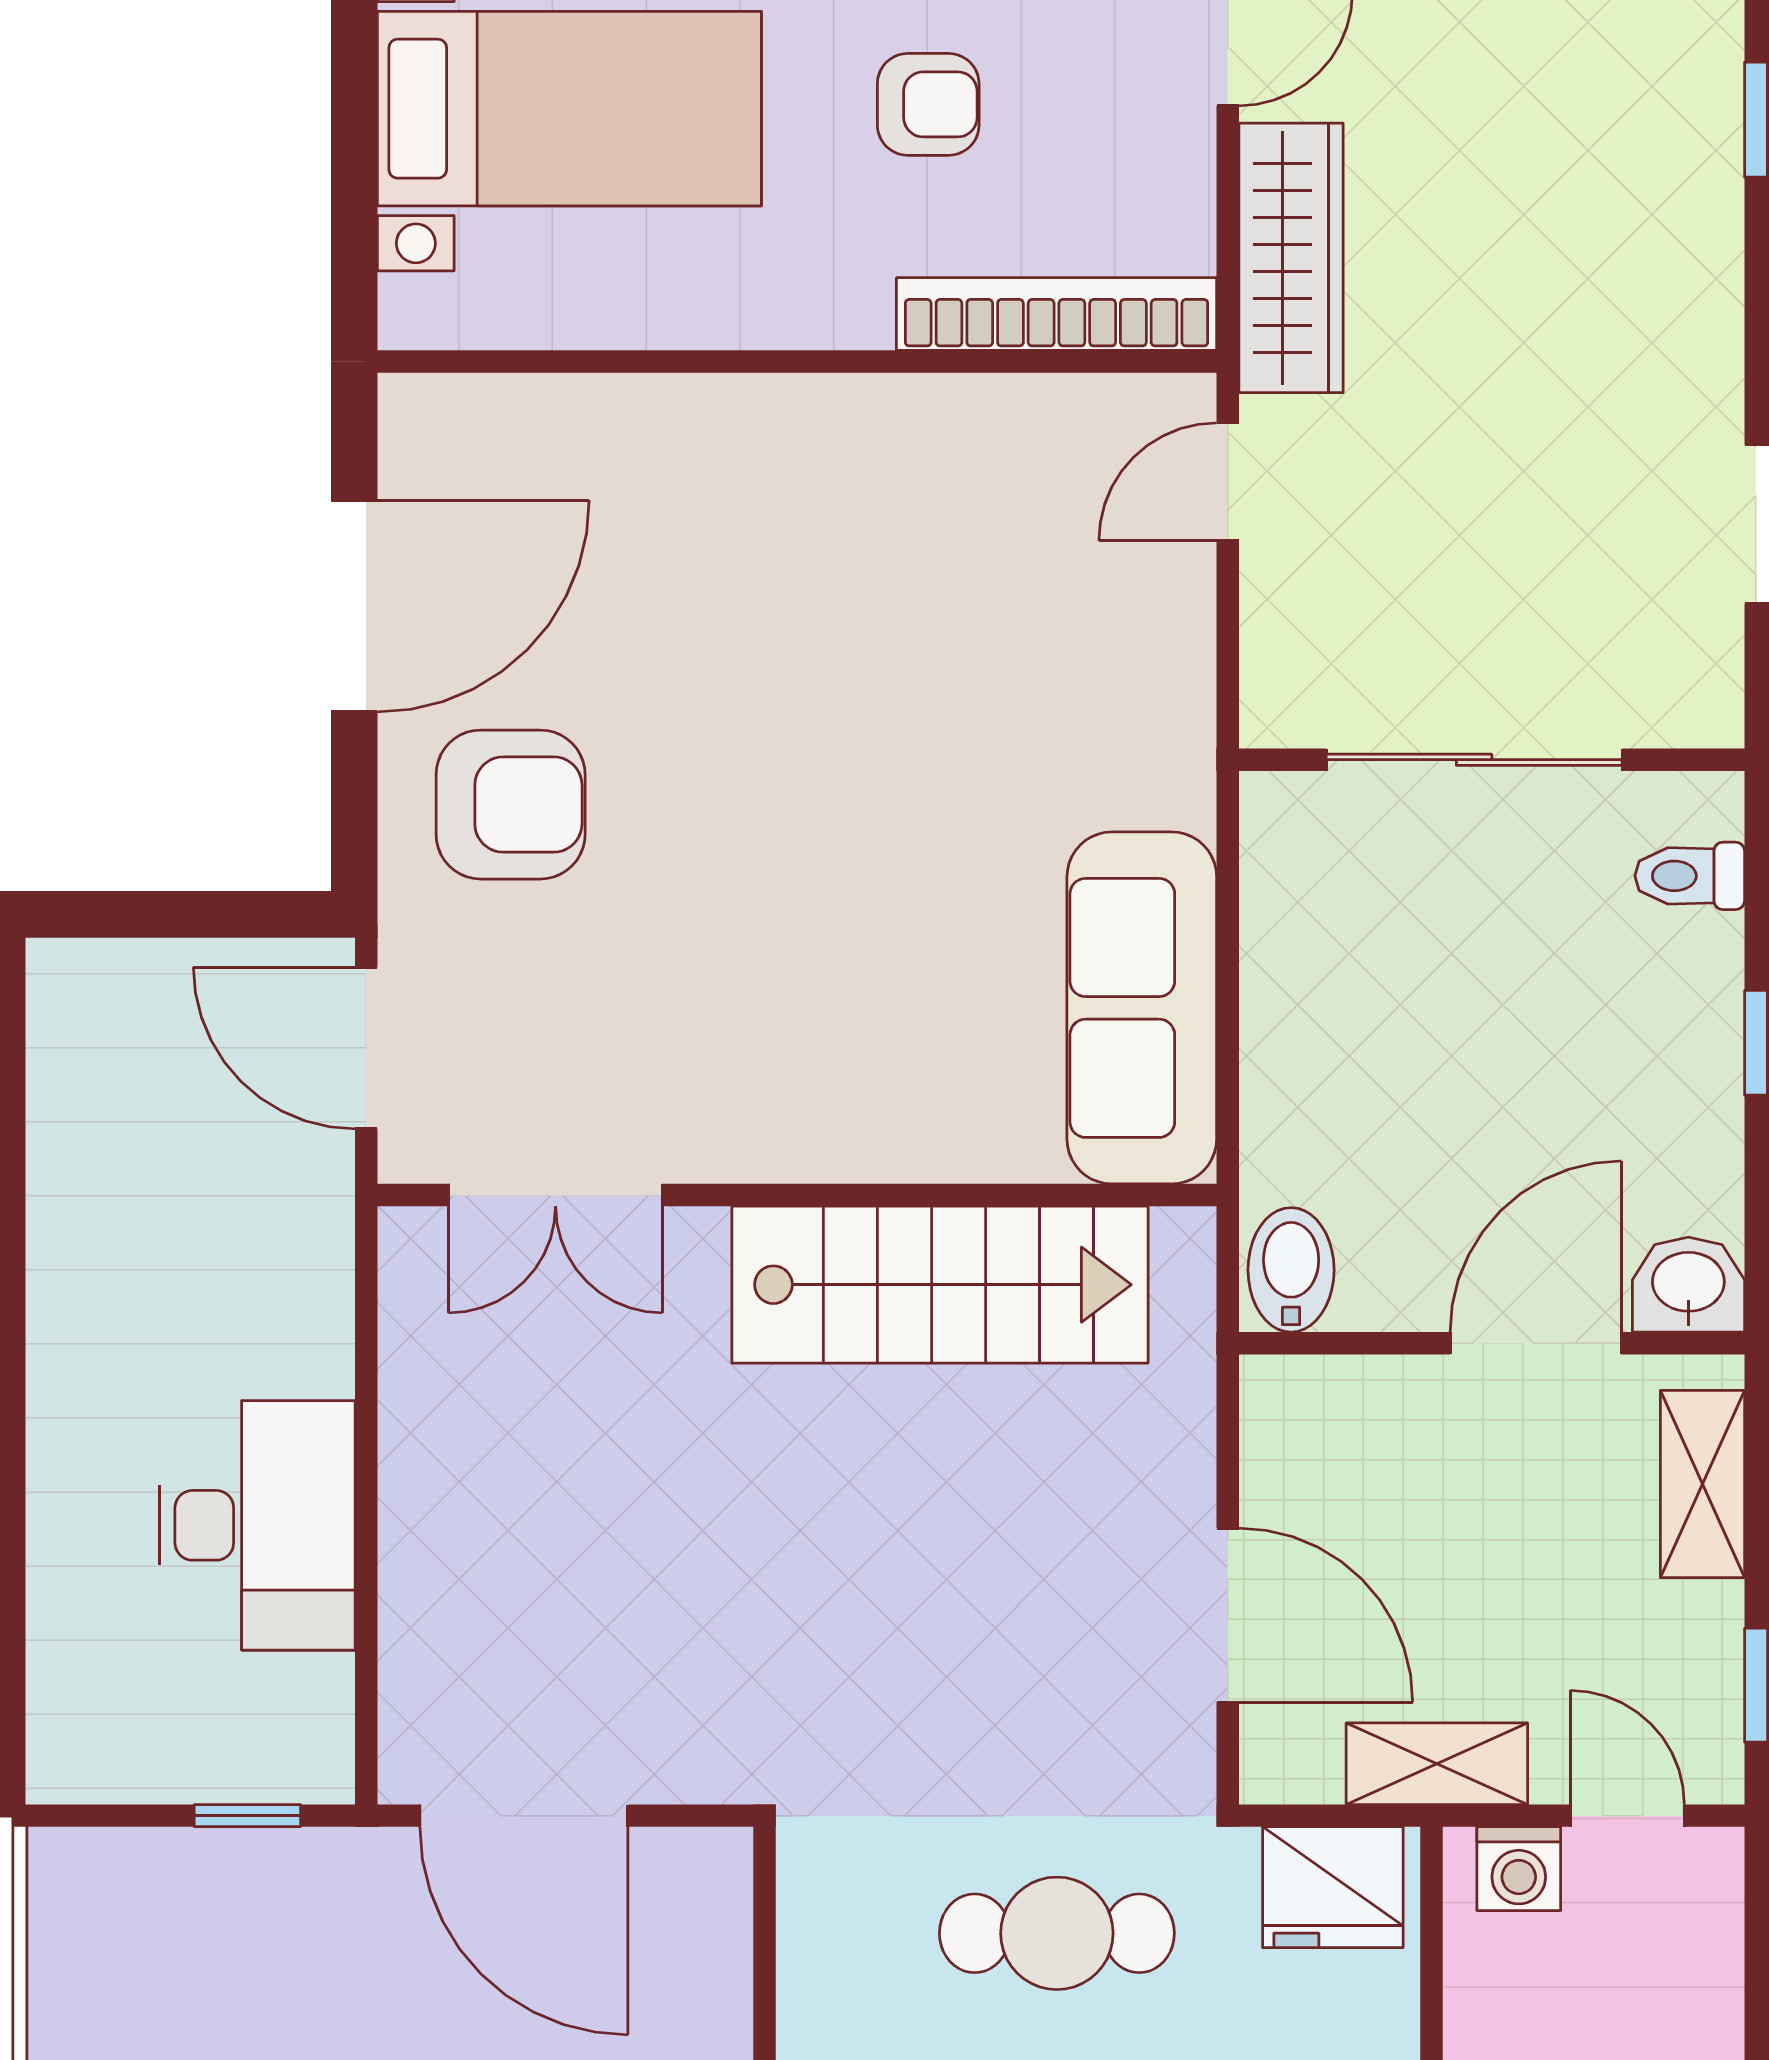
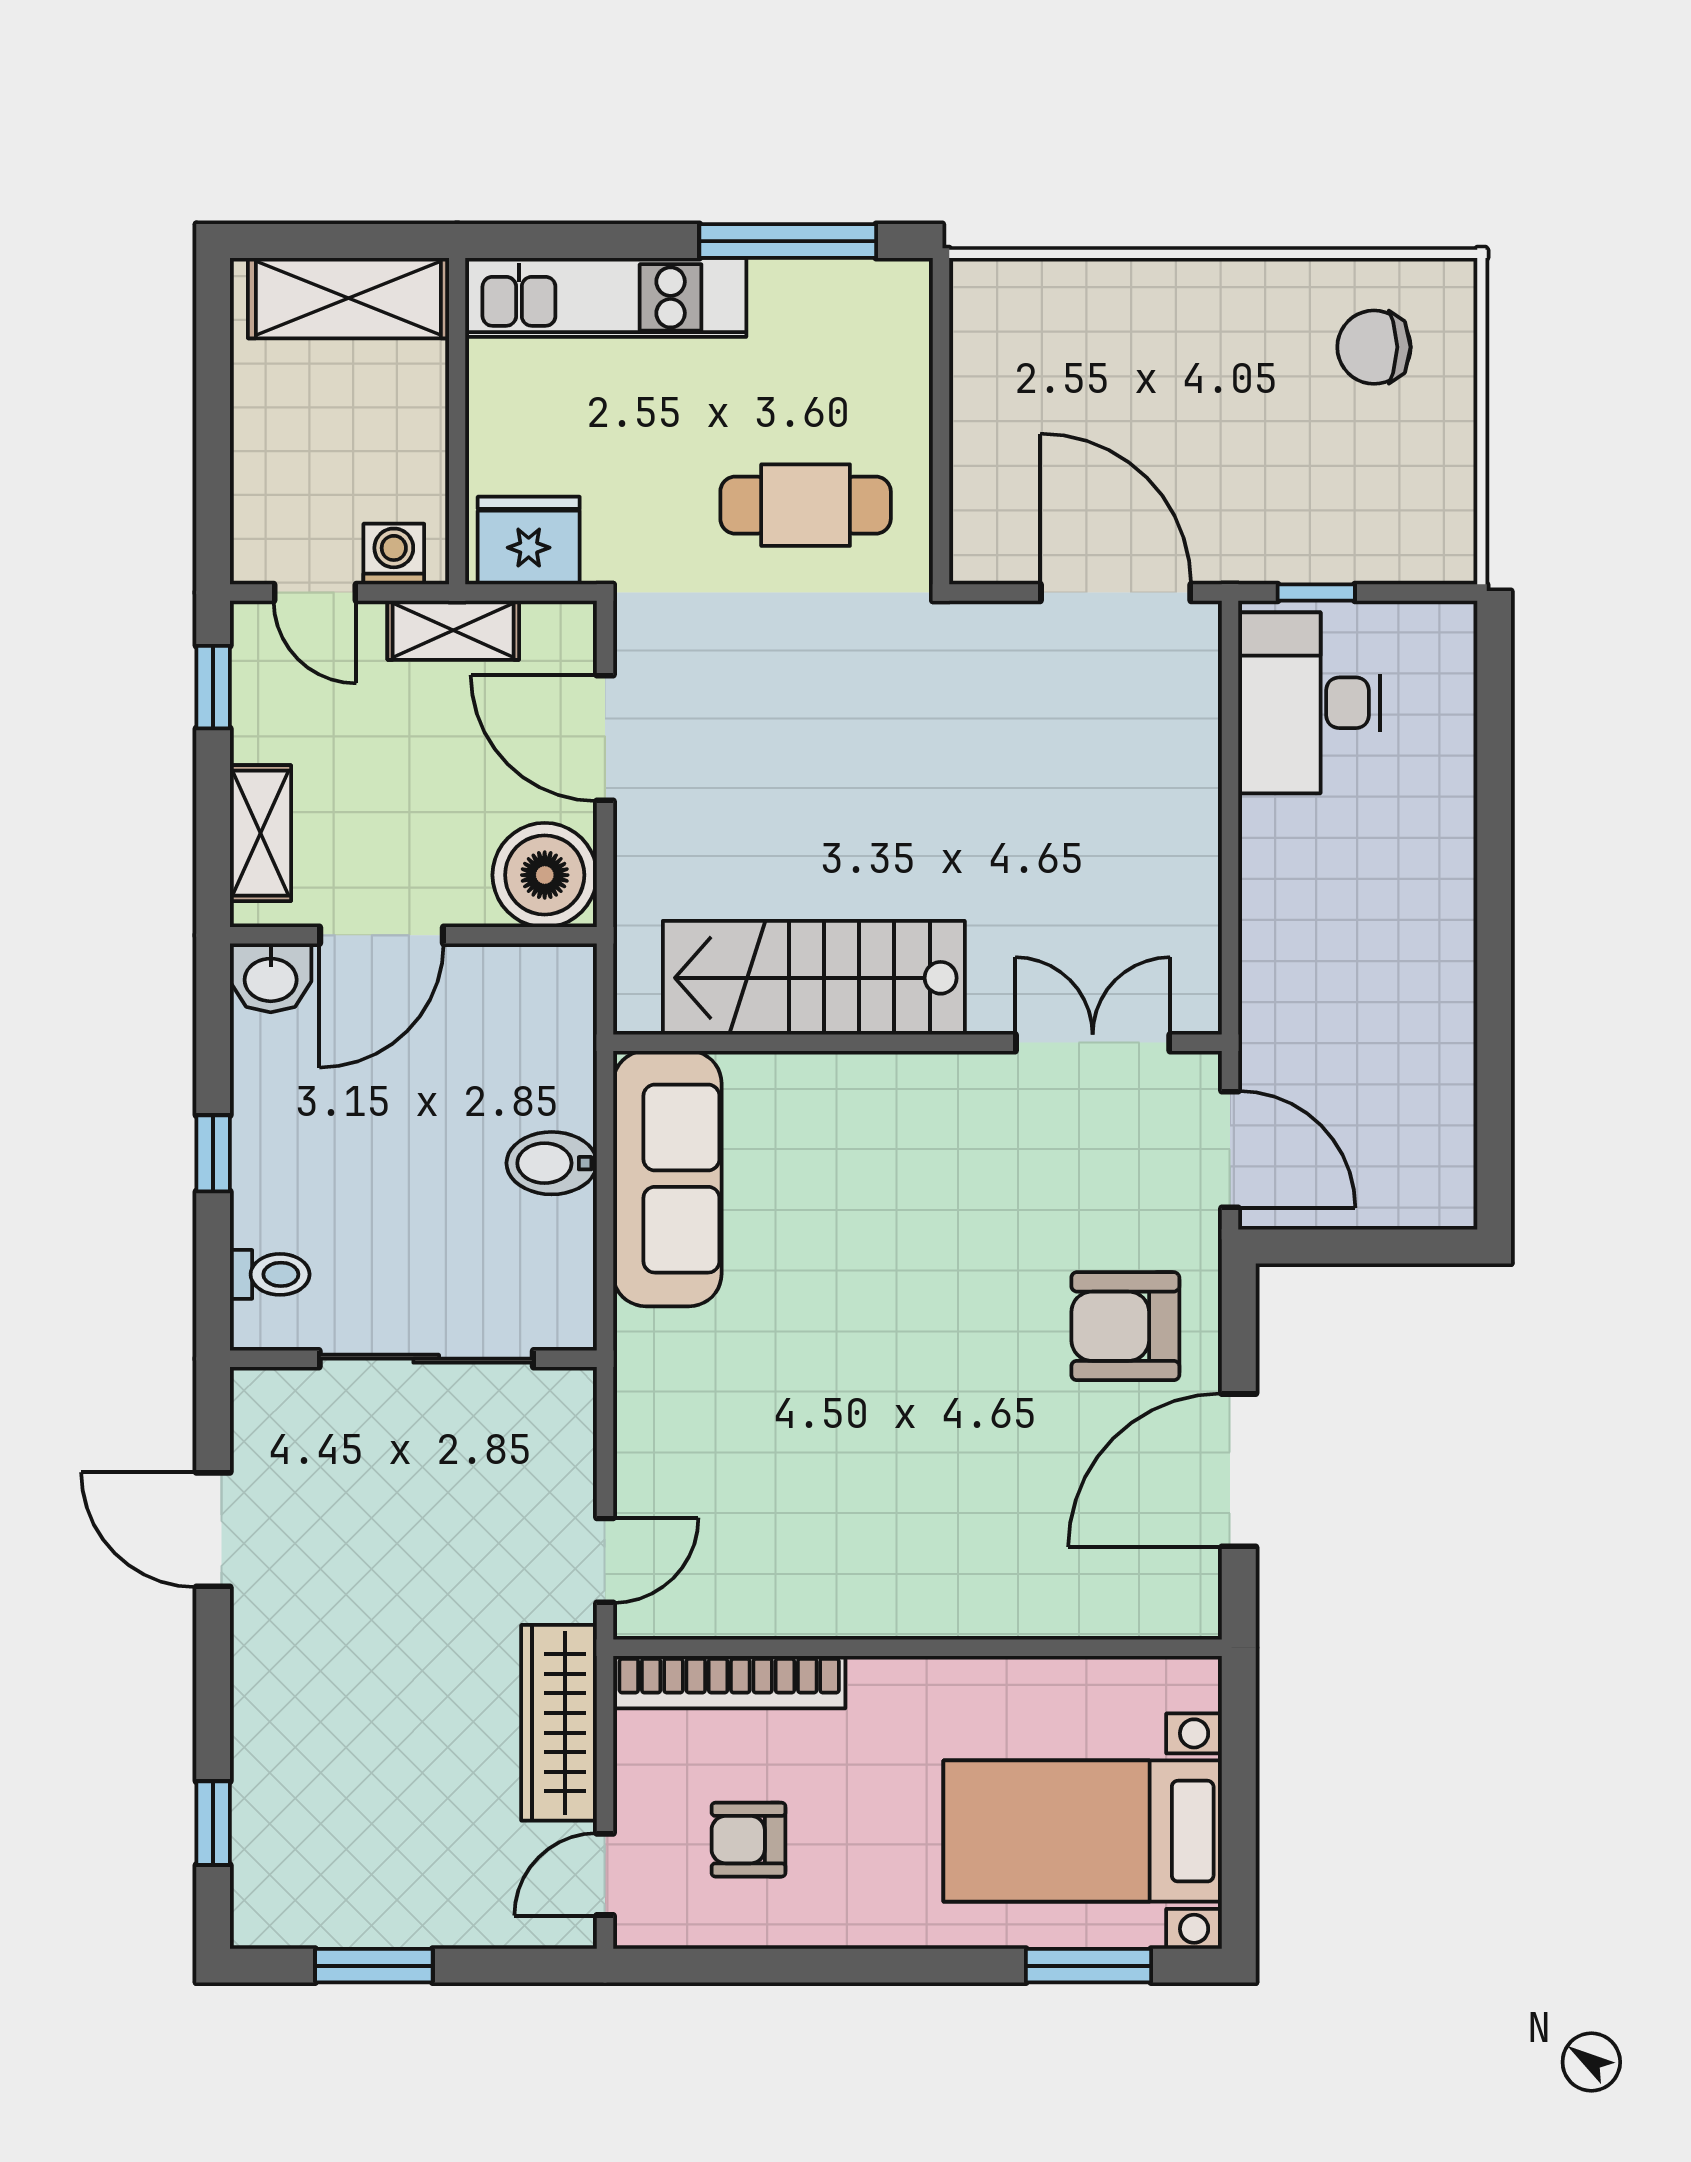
armchair: (928, 104) -> (748, 1840), moved
bidet: (1291, 1270) -> (552, 1163), moved, turned 90
boiler: (1311, 1426) -> (545, 875), added
desk: (257, 1525) -> (1309, 703), moved
cafe table: (1057, 1933) -> (806, 505), moved

